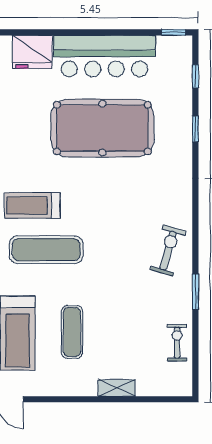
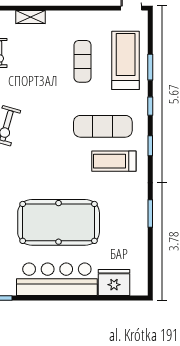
treadmill: (32, 206) -> (114, 161), turned 180
shelving: (117, 388) -> (30, 17), moved

